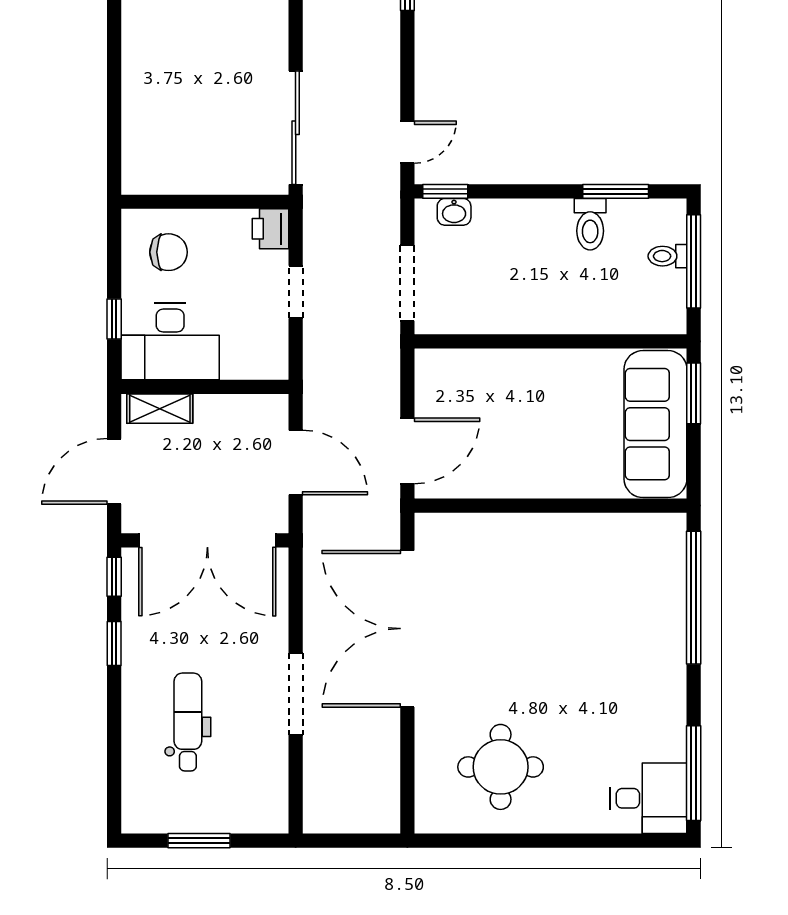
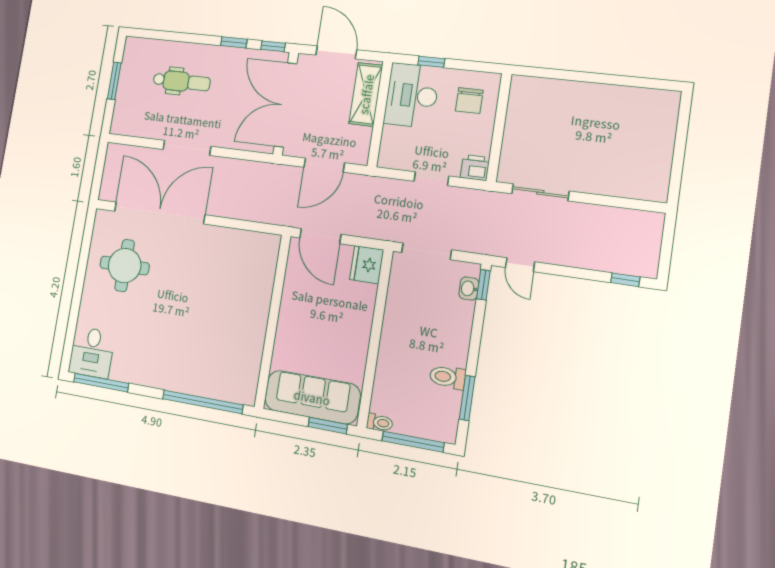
sliding door: (296, 128) -> (540, 192), width x0.73
toilet: (667, 256) -> (380, 423), moved, turned 90
fridge: (441, 371) -> (367, 265), added
shelving: (160, 409) -> (366, 94), width x1.50, depth x1.33
double door: (407, 629) -> (159, 213), moved

